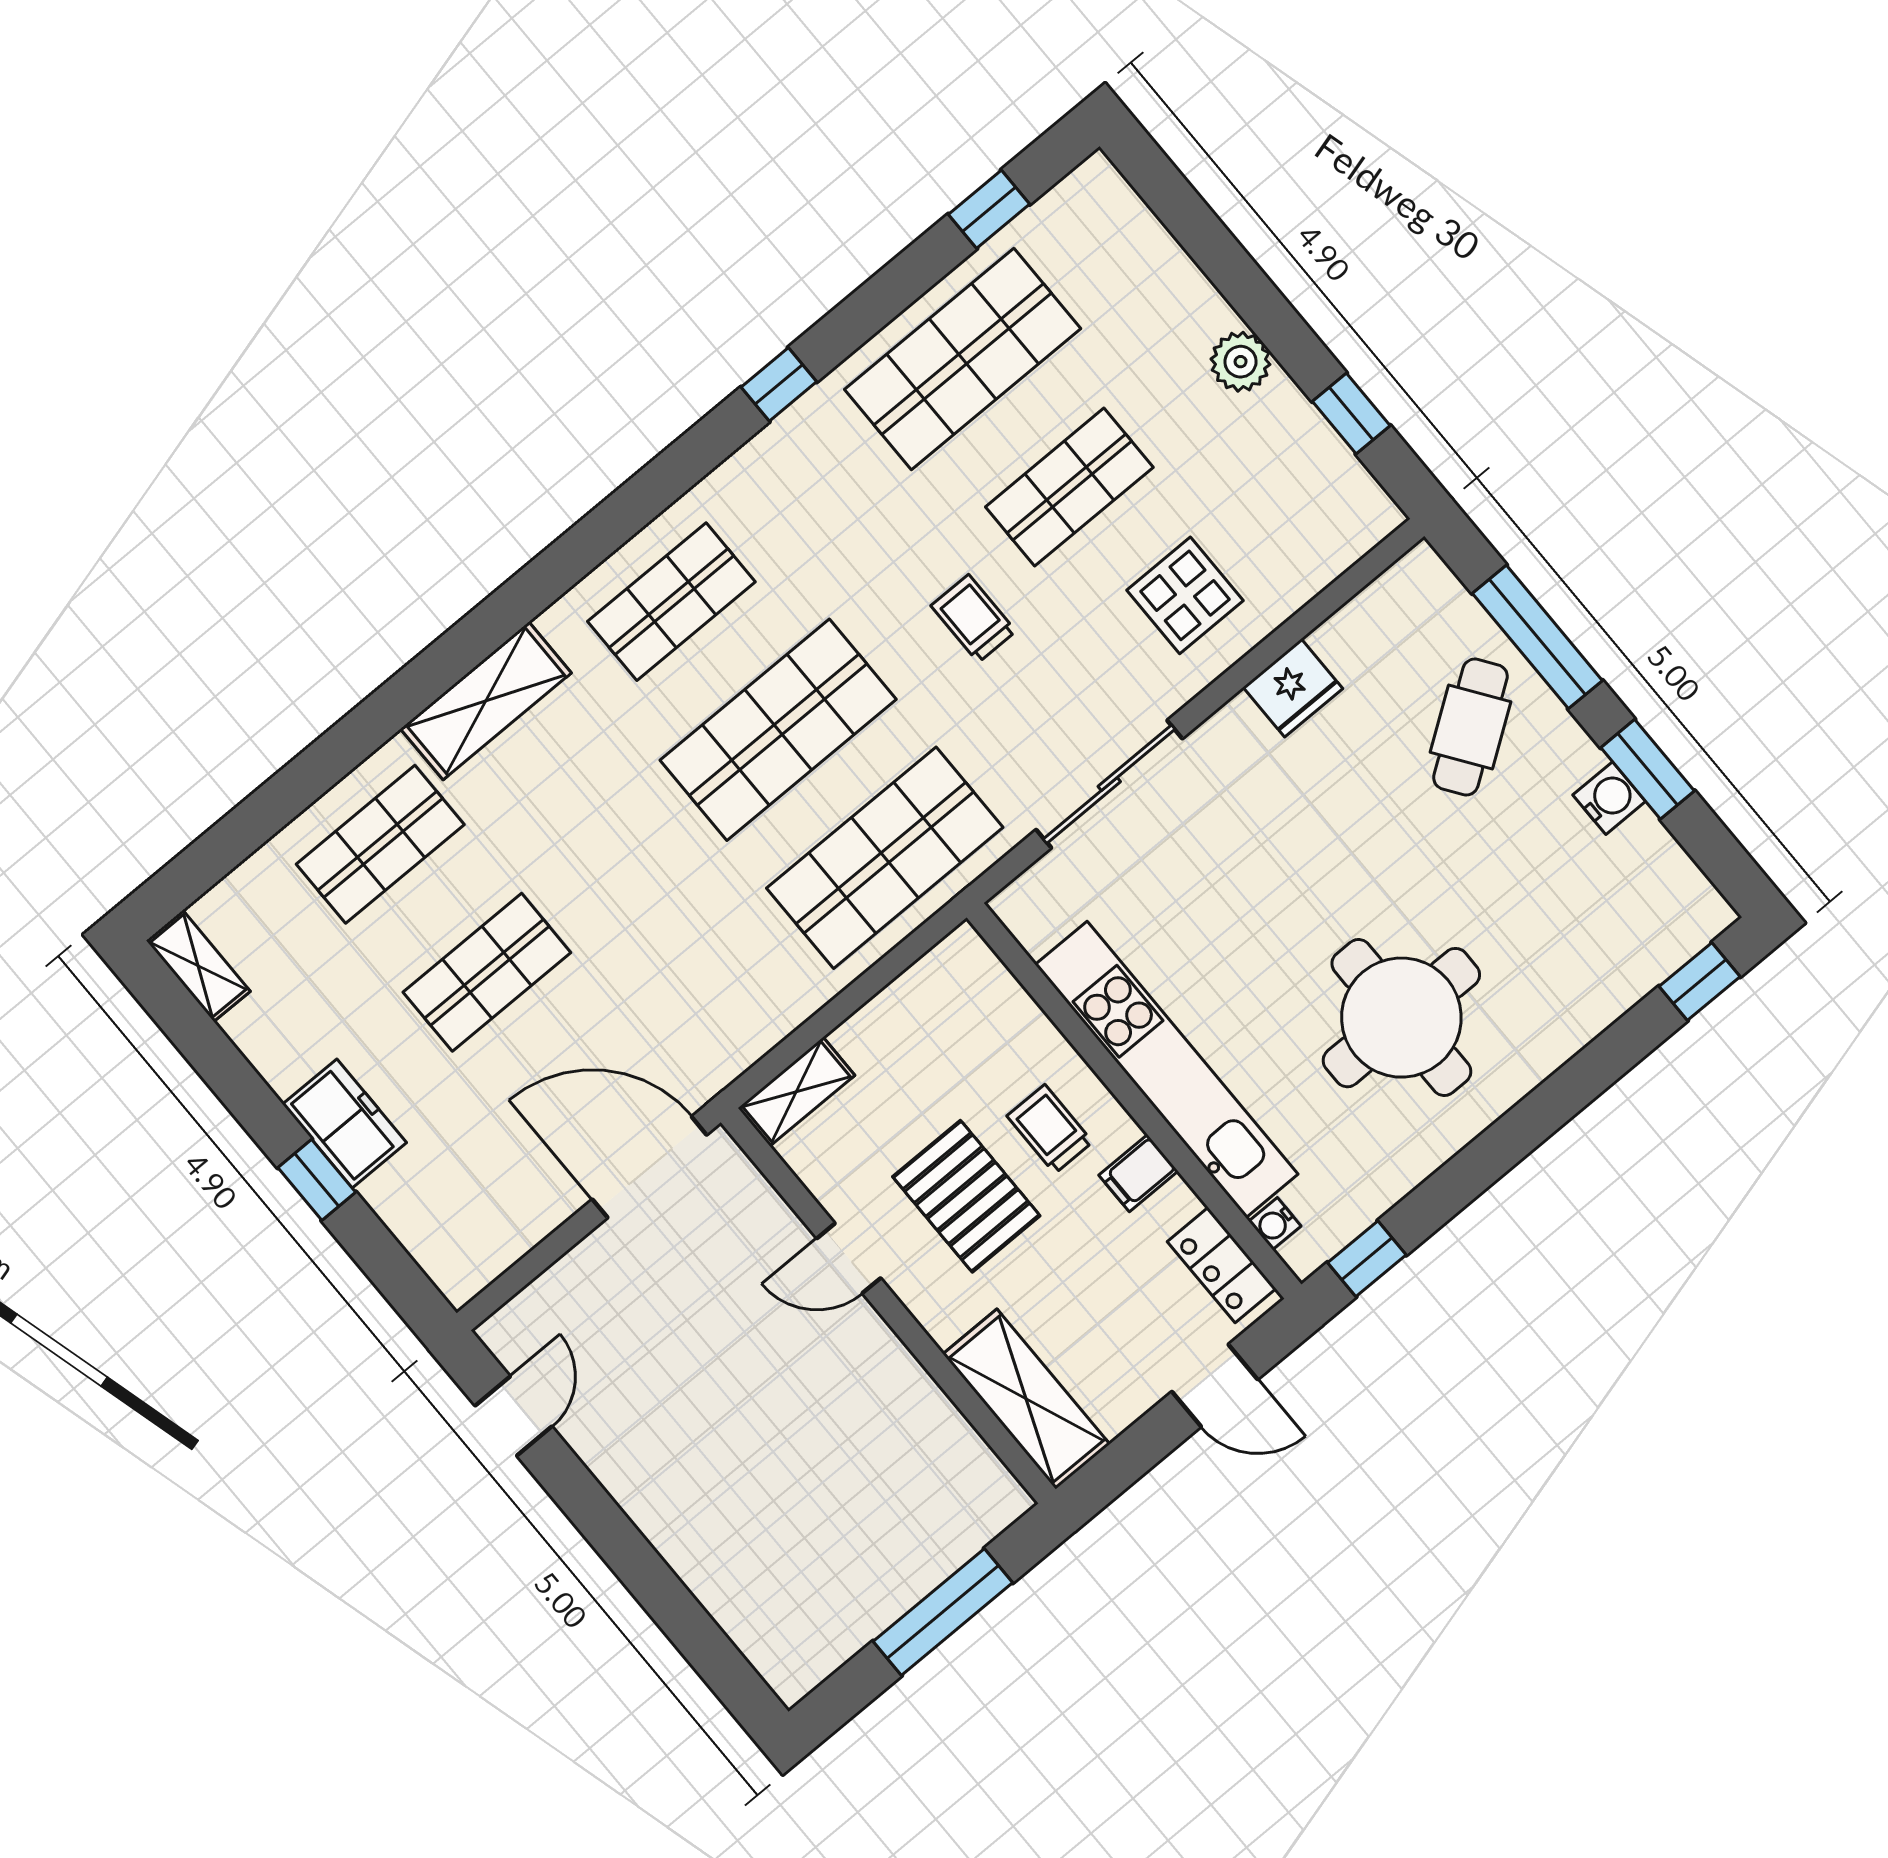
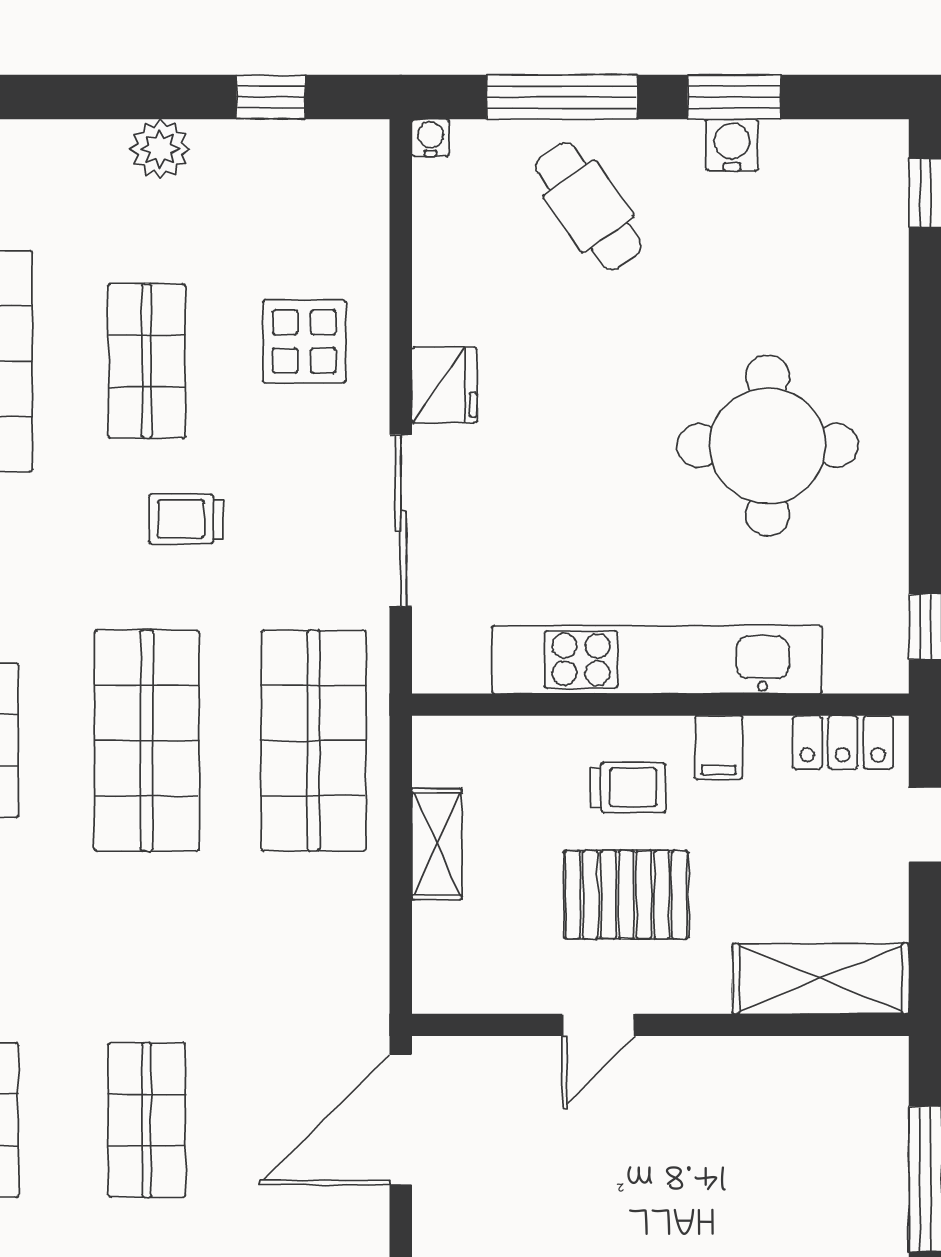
fridge: (1293, 688) -> (444, 385), moved
shelving: (796, 1092) -> (437, 844), moved
trolley: (1050, 1129) -> (628, 787), turned 180
water cooler: (1275, 1224) -> (430, 138), moved, turned 180

